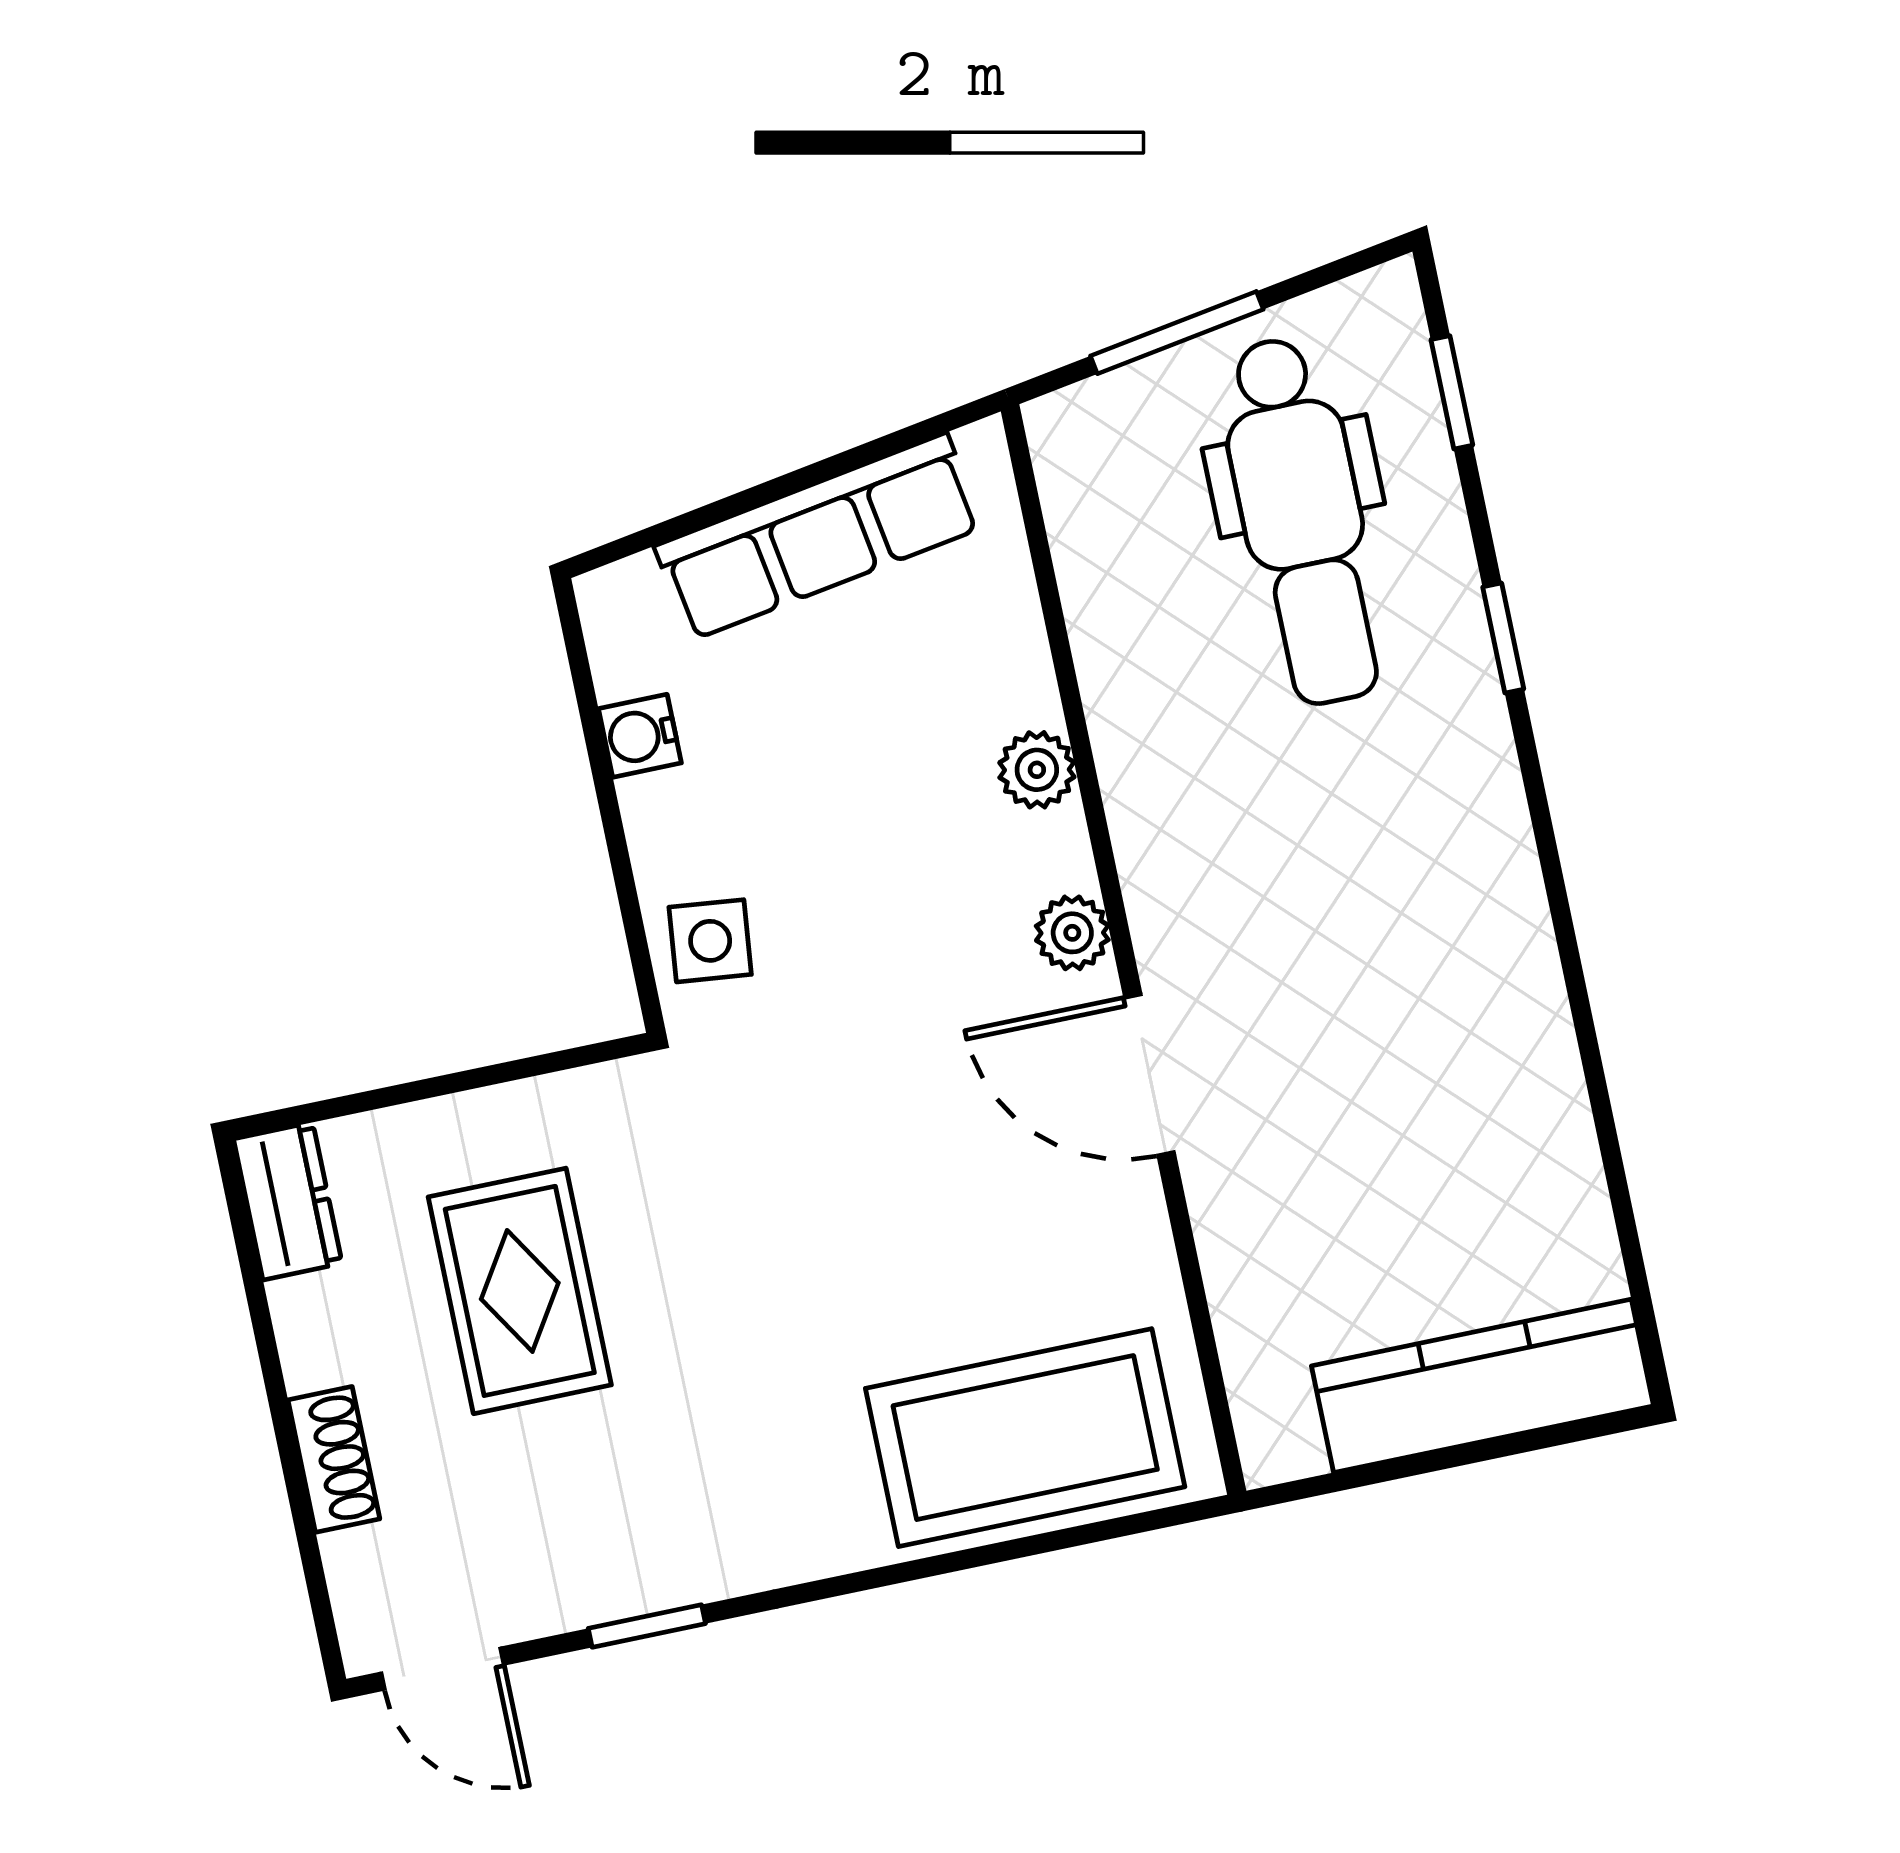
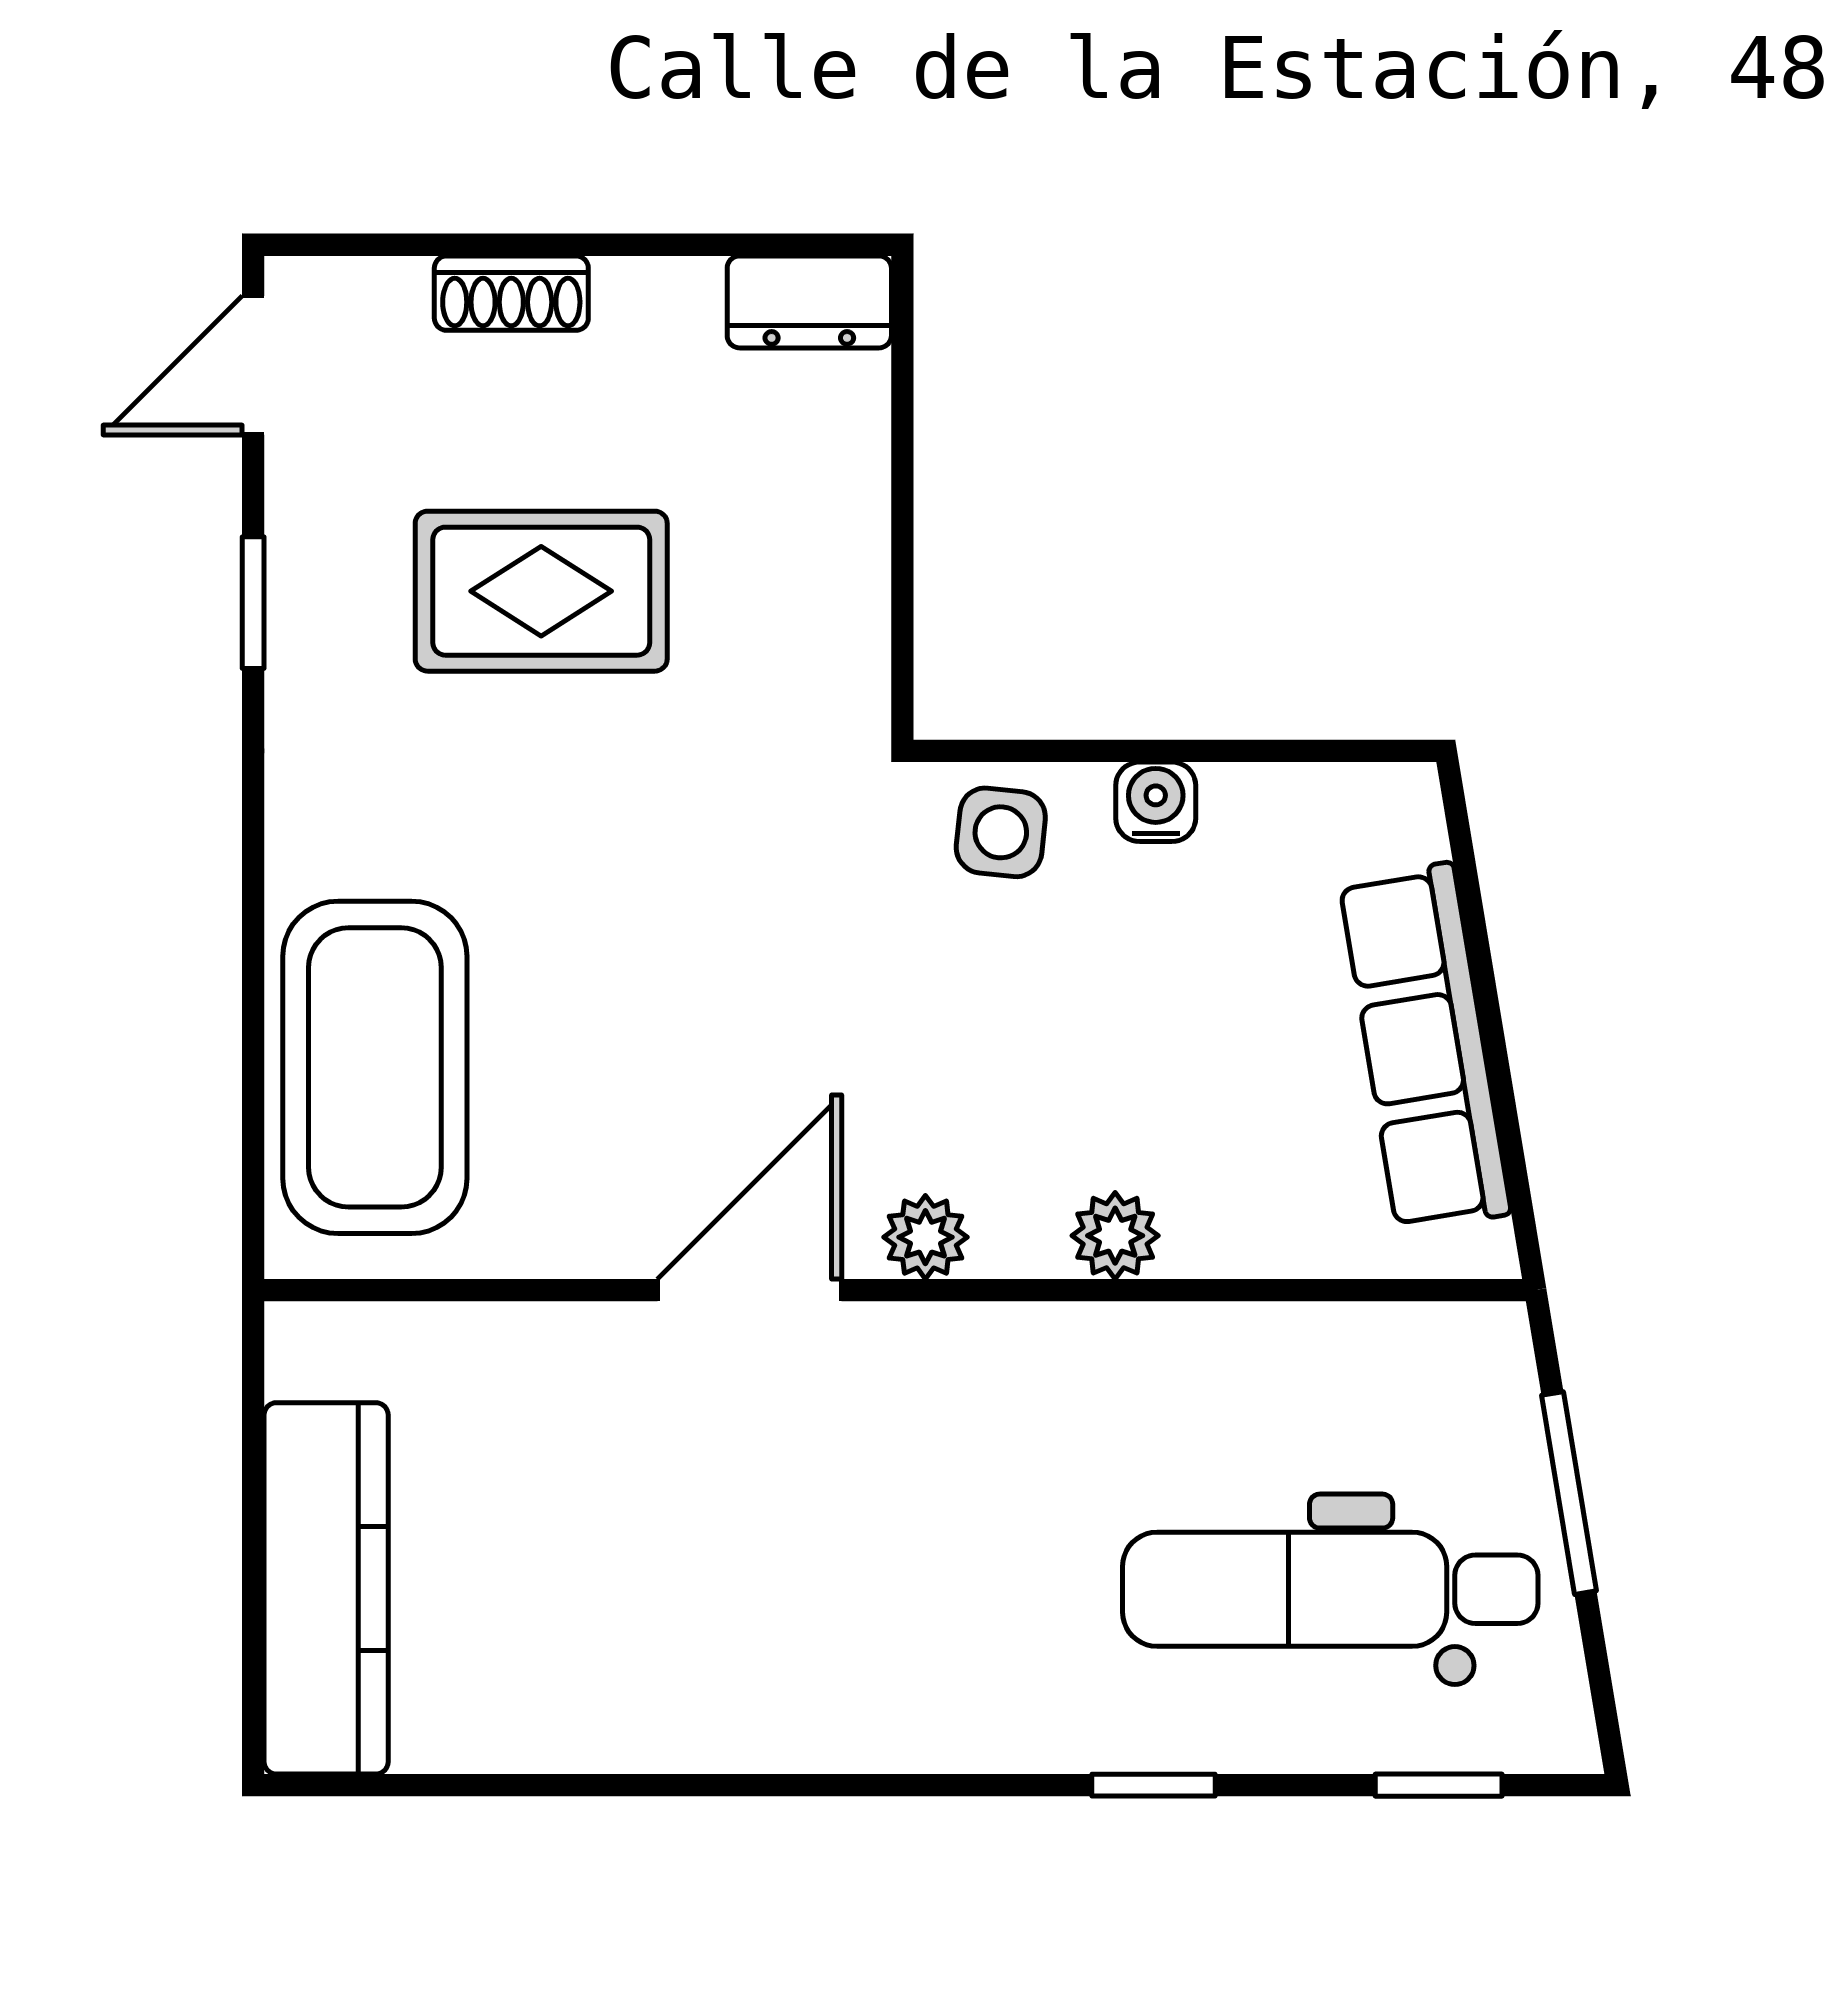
water cooler: (640, 736) -> (1156, 802), moved
rug: (520, 1291) -> (541, 591), moved

